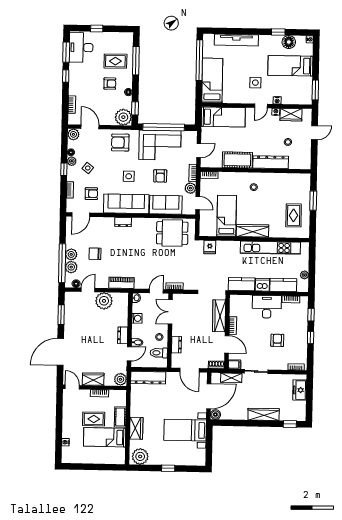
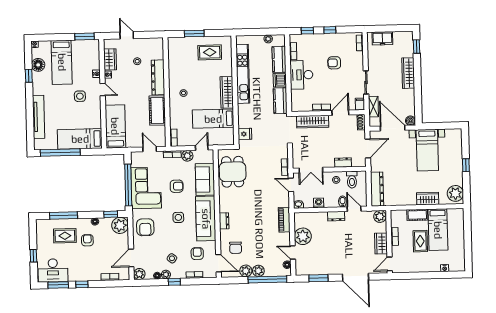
rug: (115, 61) -> (65, 236), turned 90
chair: (95, 254) -> (236, 248), moved
plant: (71, 267) -> (246, 271), moved

